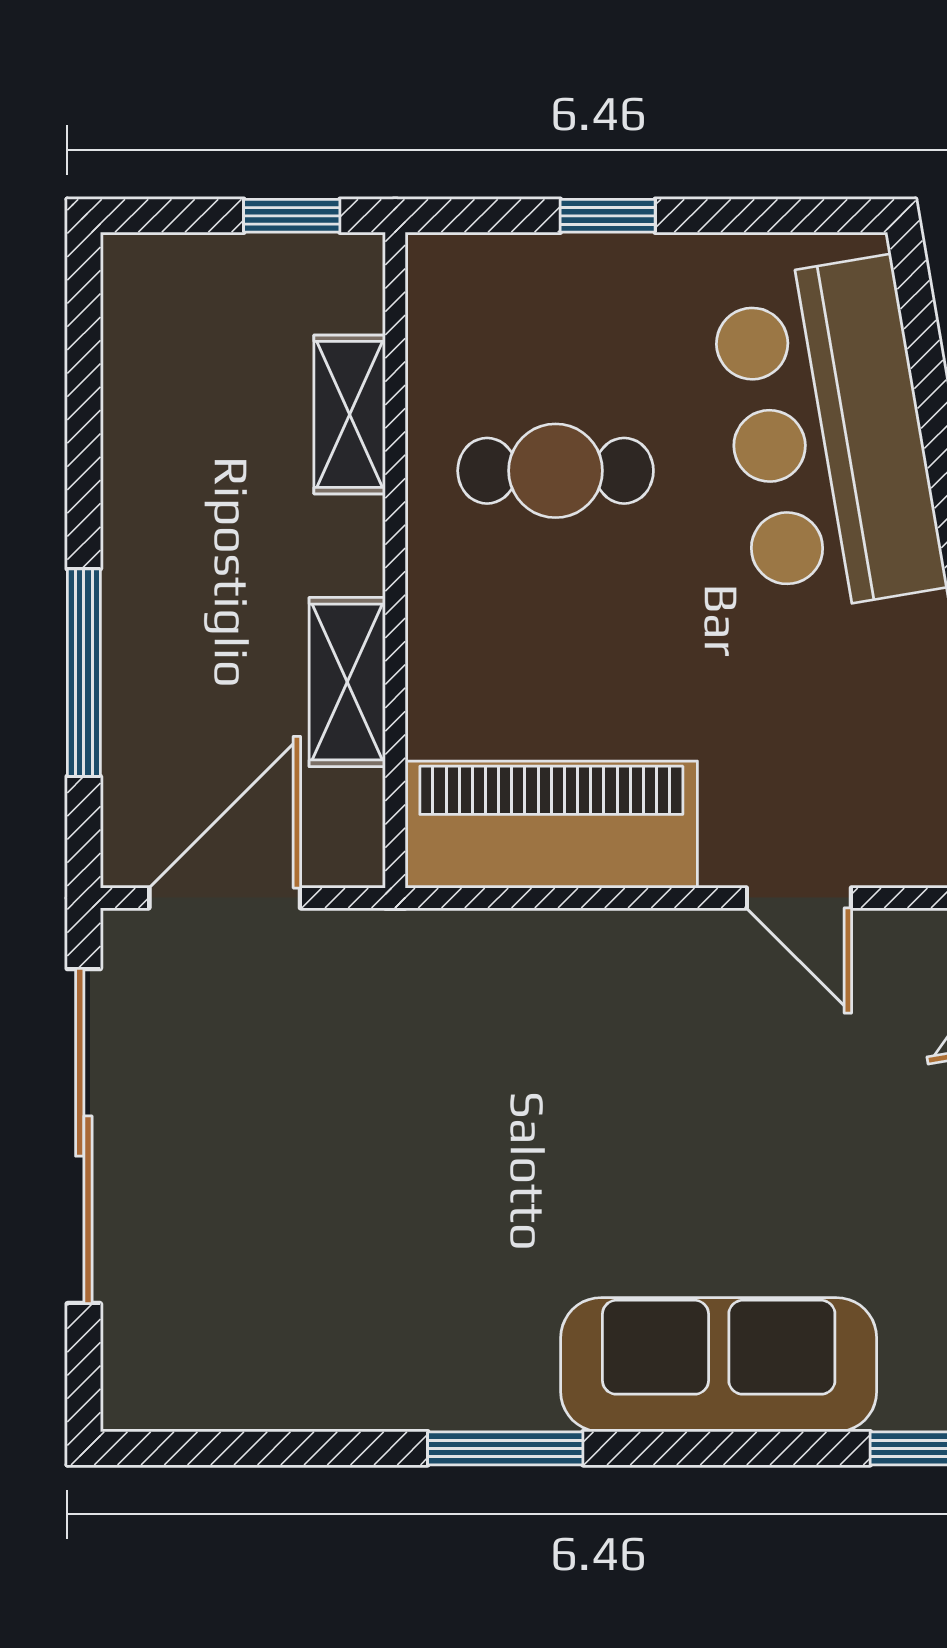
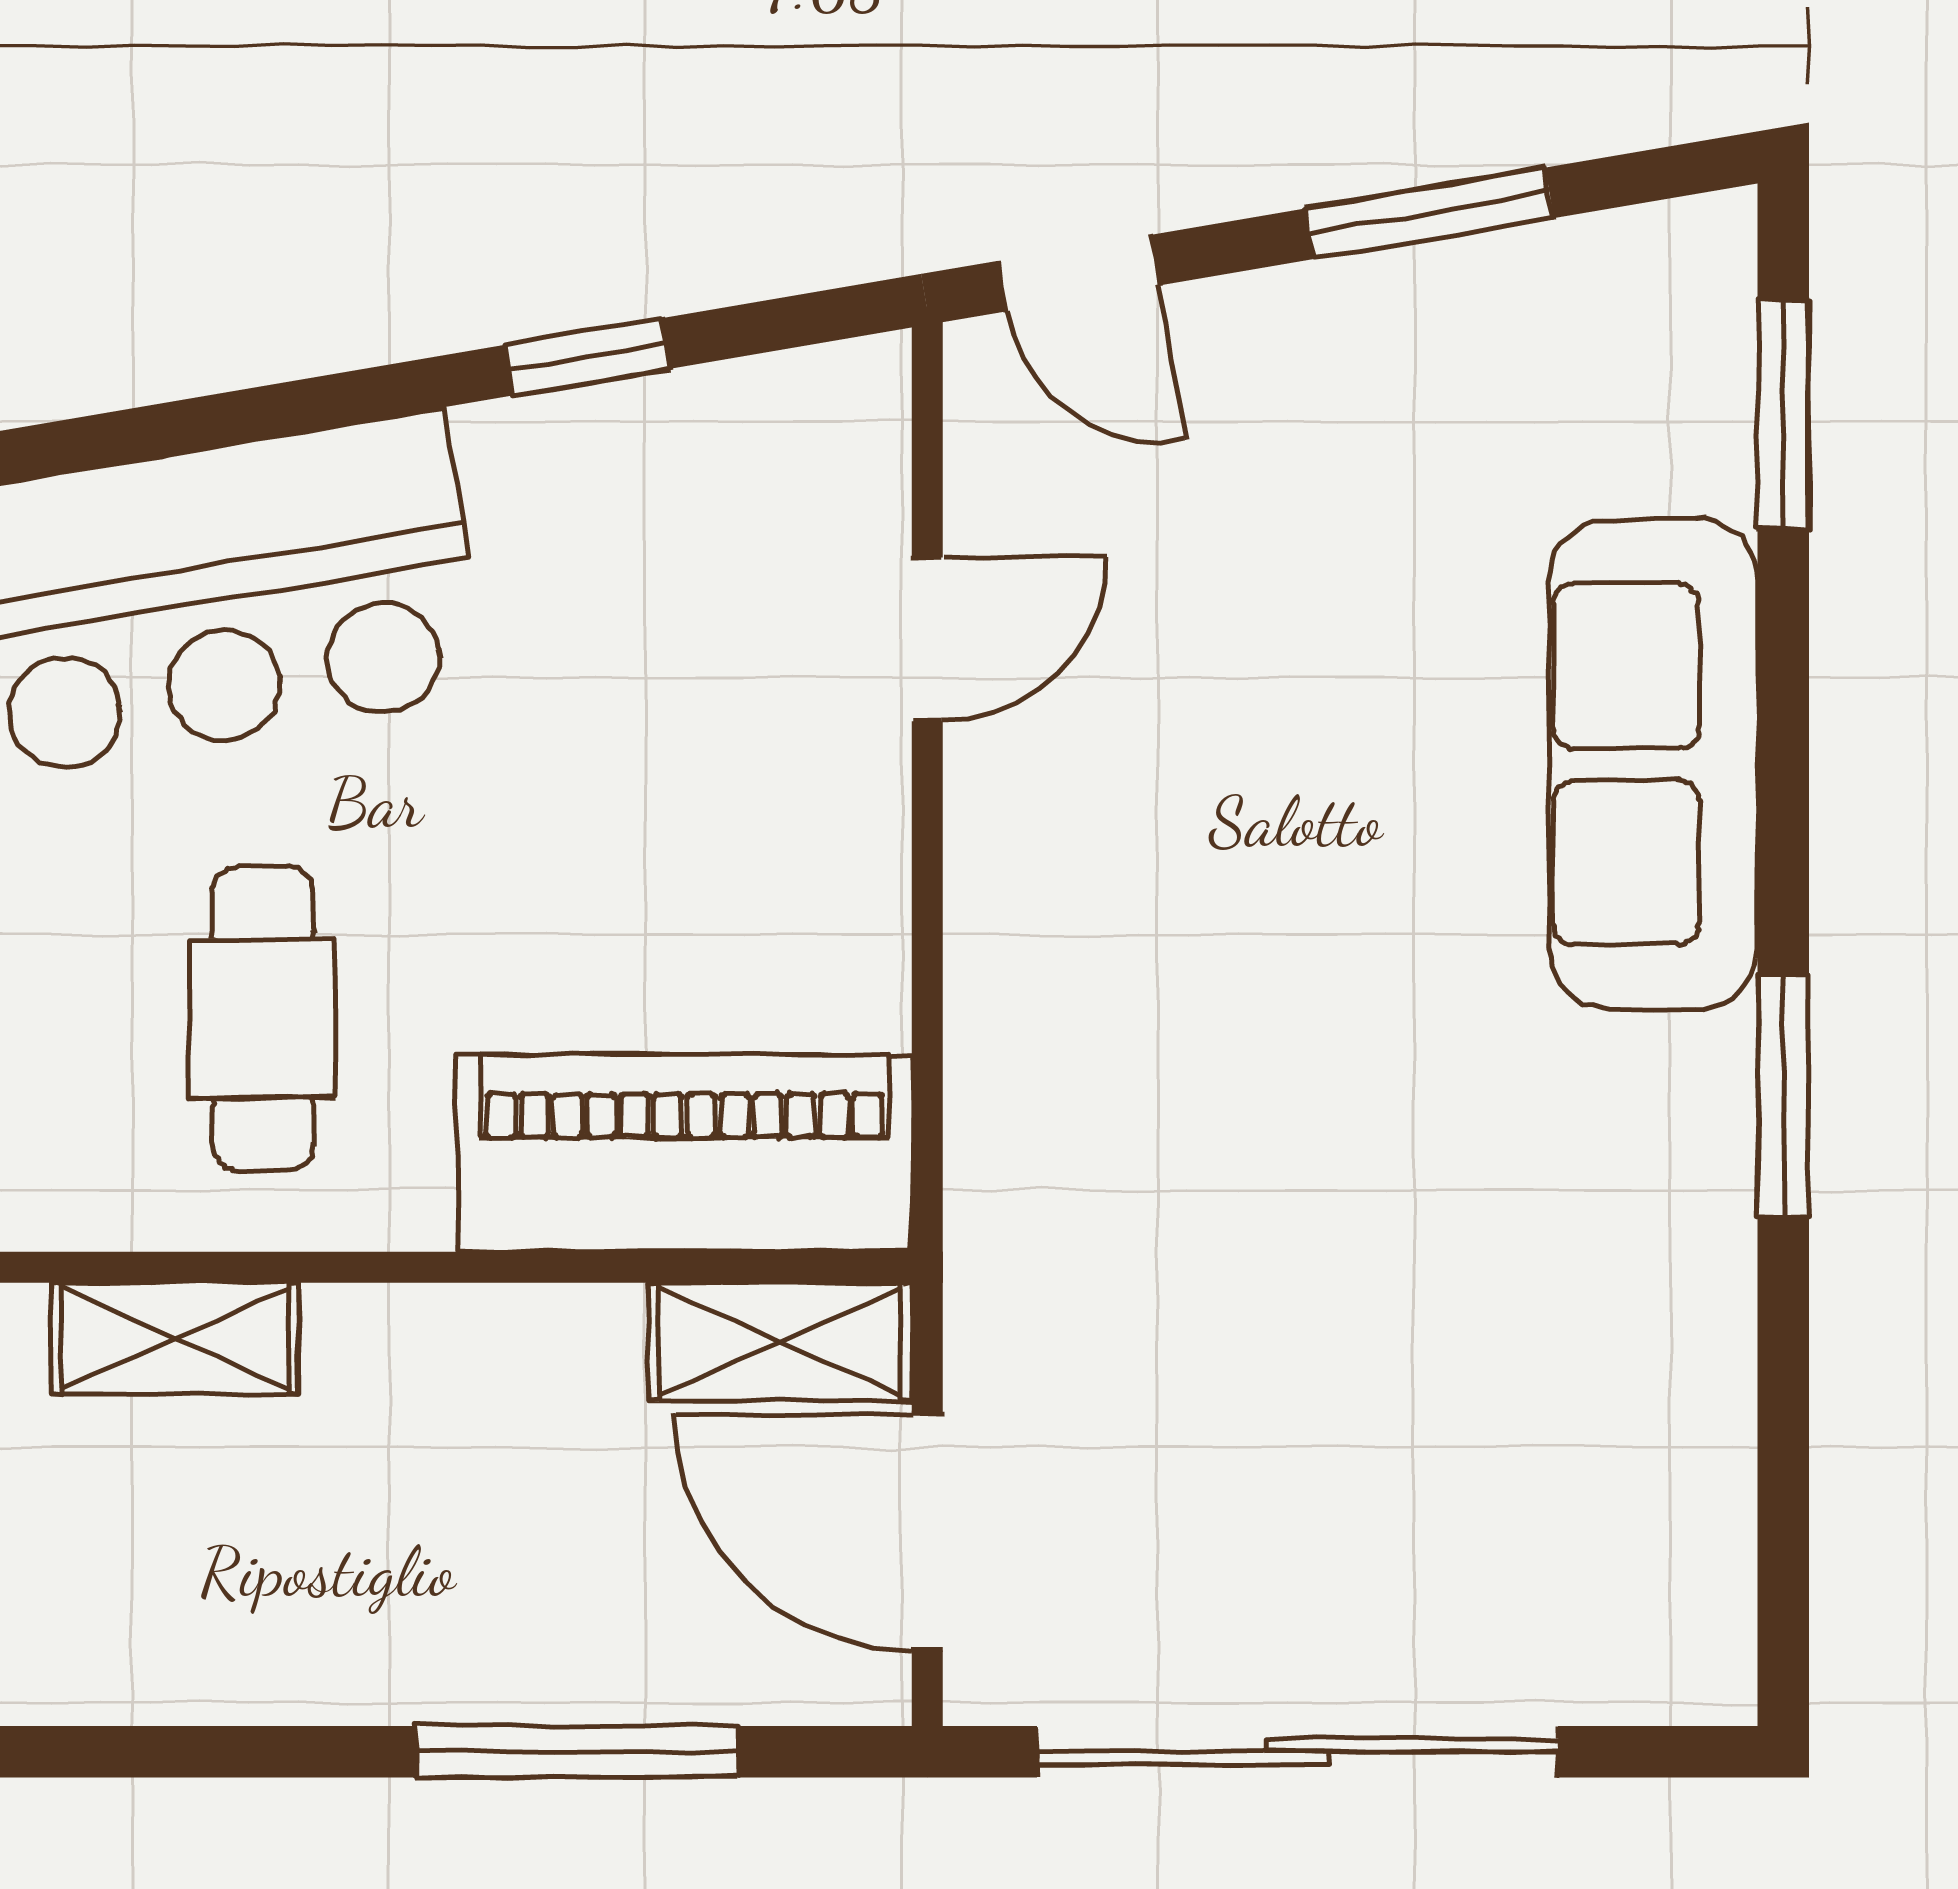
shelving: (347, 682) -> (780, 1342), moved
piano: (551, 825) -> (684, 1153), moved, turned 90

